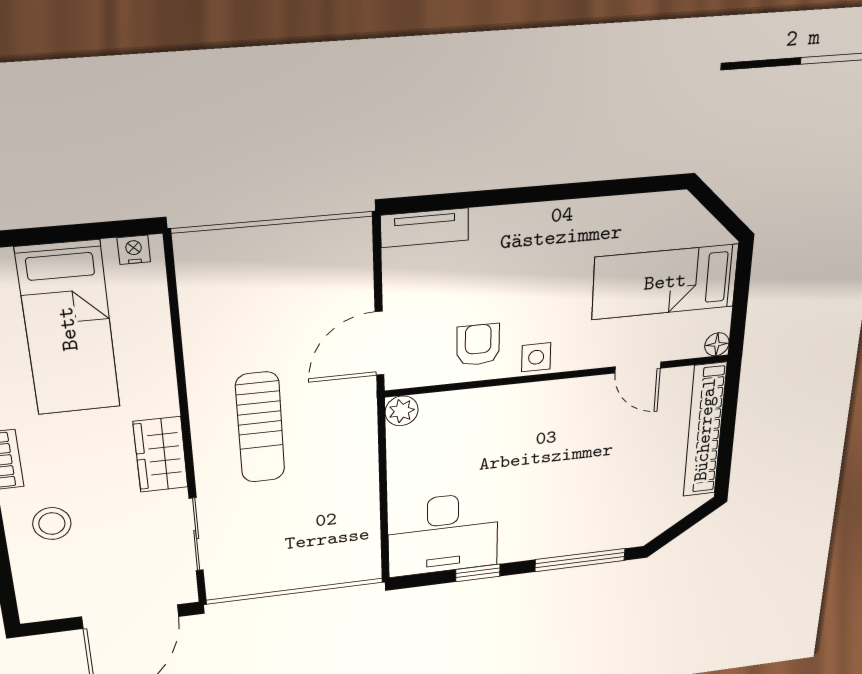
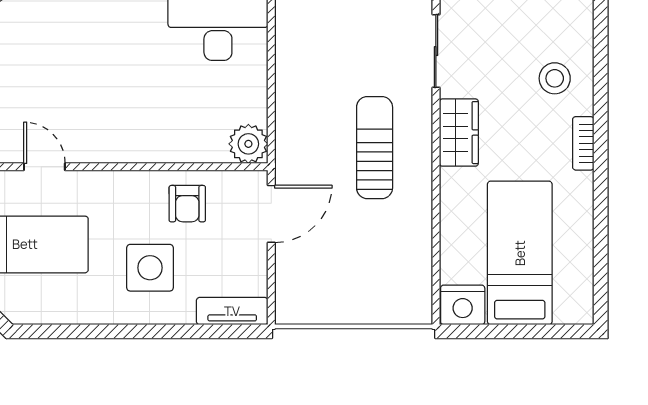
nightstand: (134, 250) -> (463, 305), width x1.89, depth x1.79
side table: (536, 357) -> (150, 268), moved, width x1.87, depth x1.87
plant: (402, 411) -> (248, 144), width x1.38, depth x1.38

